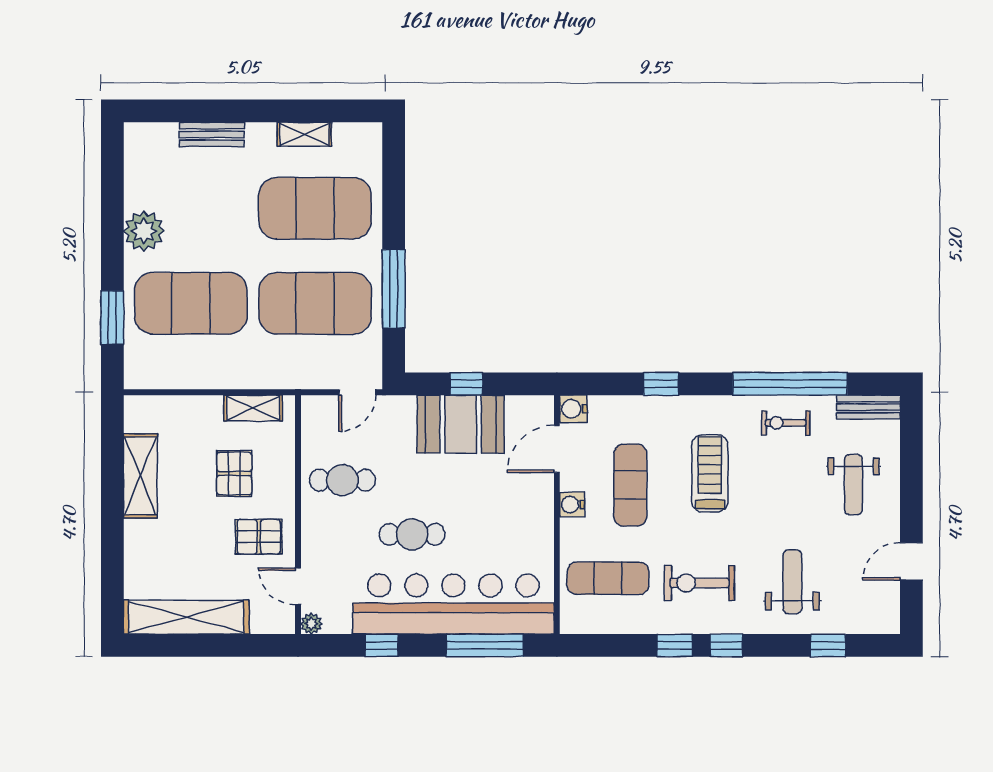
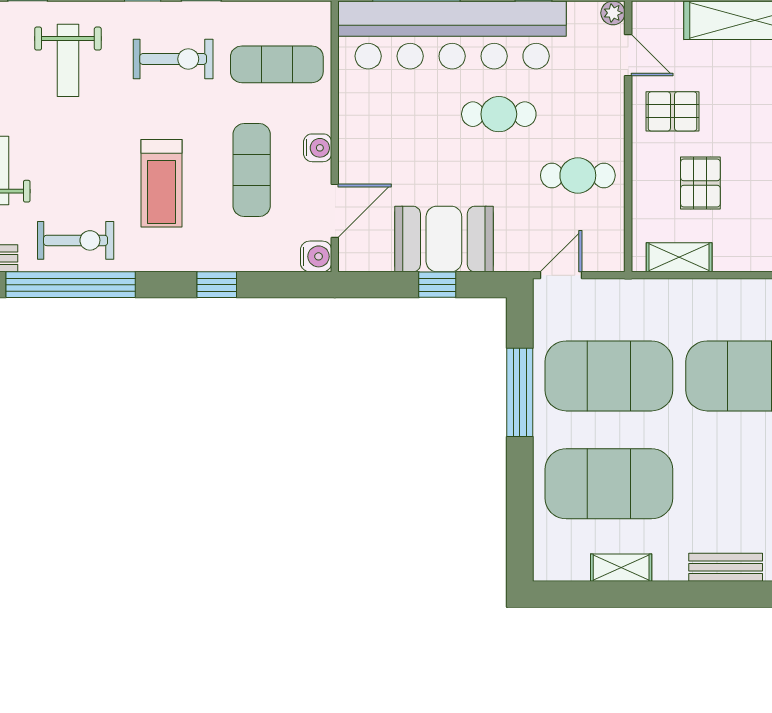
exercise bike: (786, 423) -> (76, 240), width x1.38, depth x1.39

